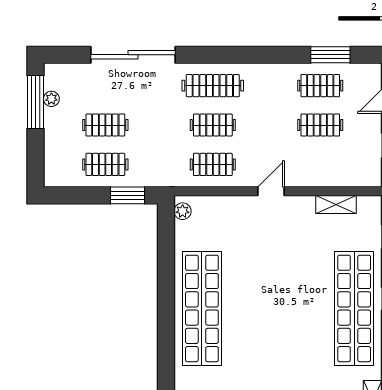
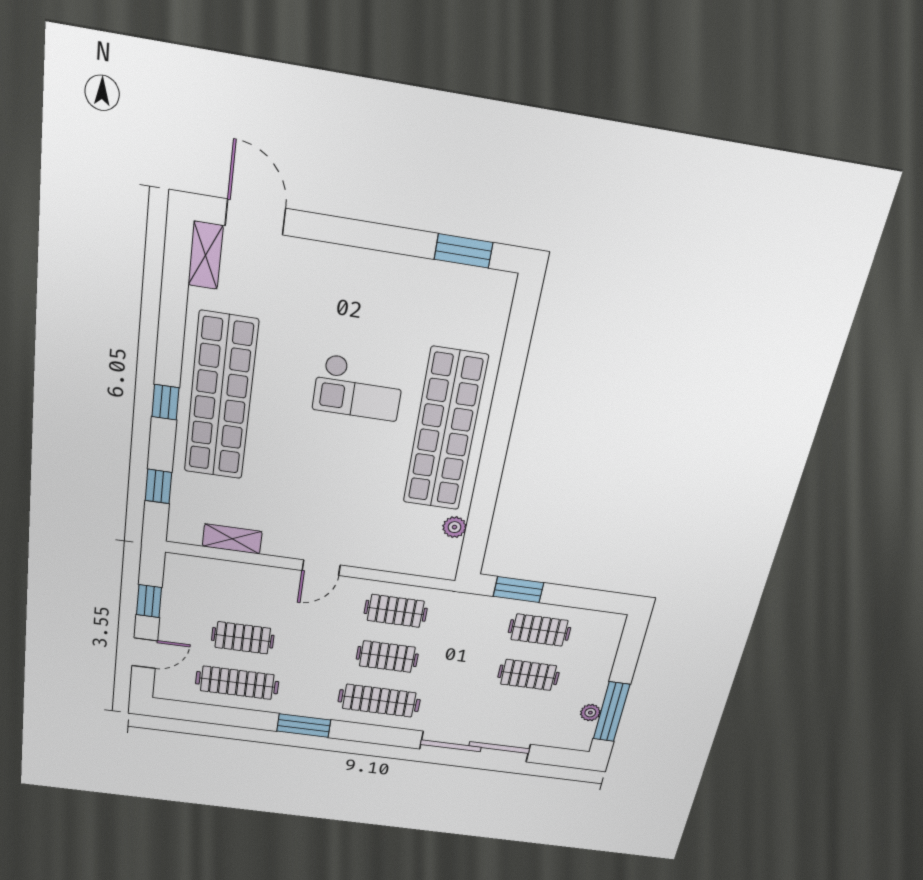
window: (330, 55) -> (304, 726), moved
clothes rail: (320, 86) -> (237, 683), width x1.36
plant: (183, 211) -> (454, 527), moved
checkout: (264, 329) -> (358, 388), added

